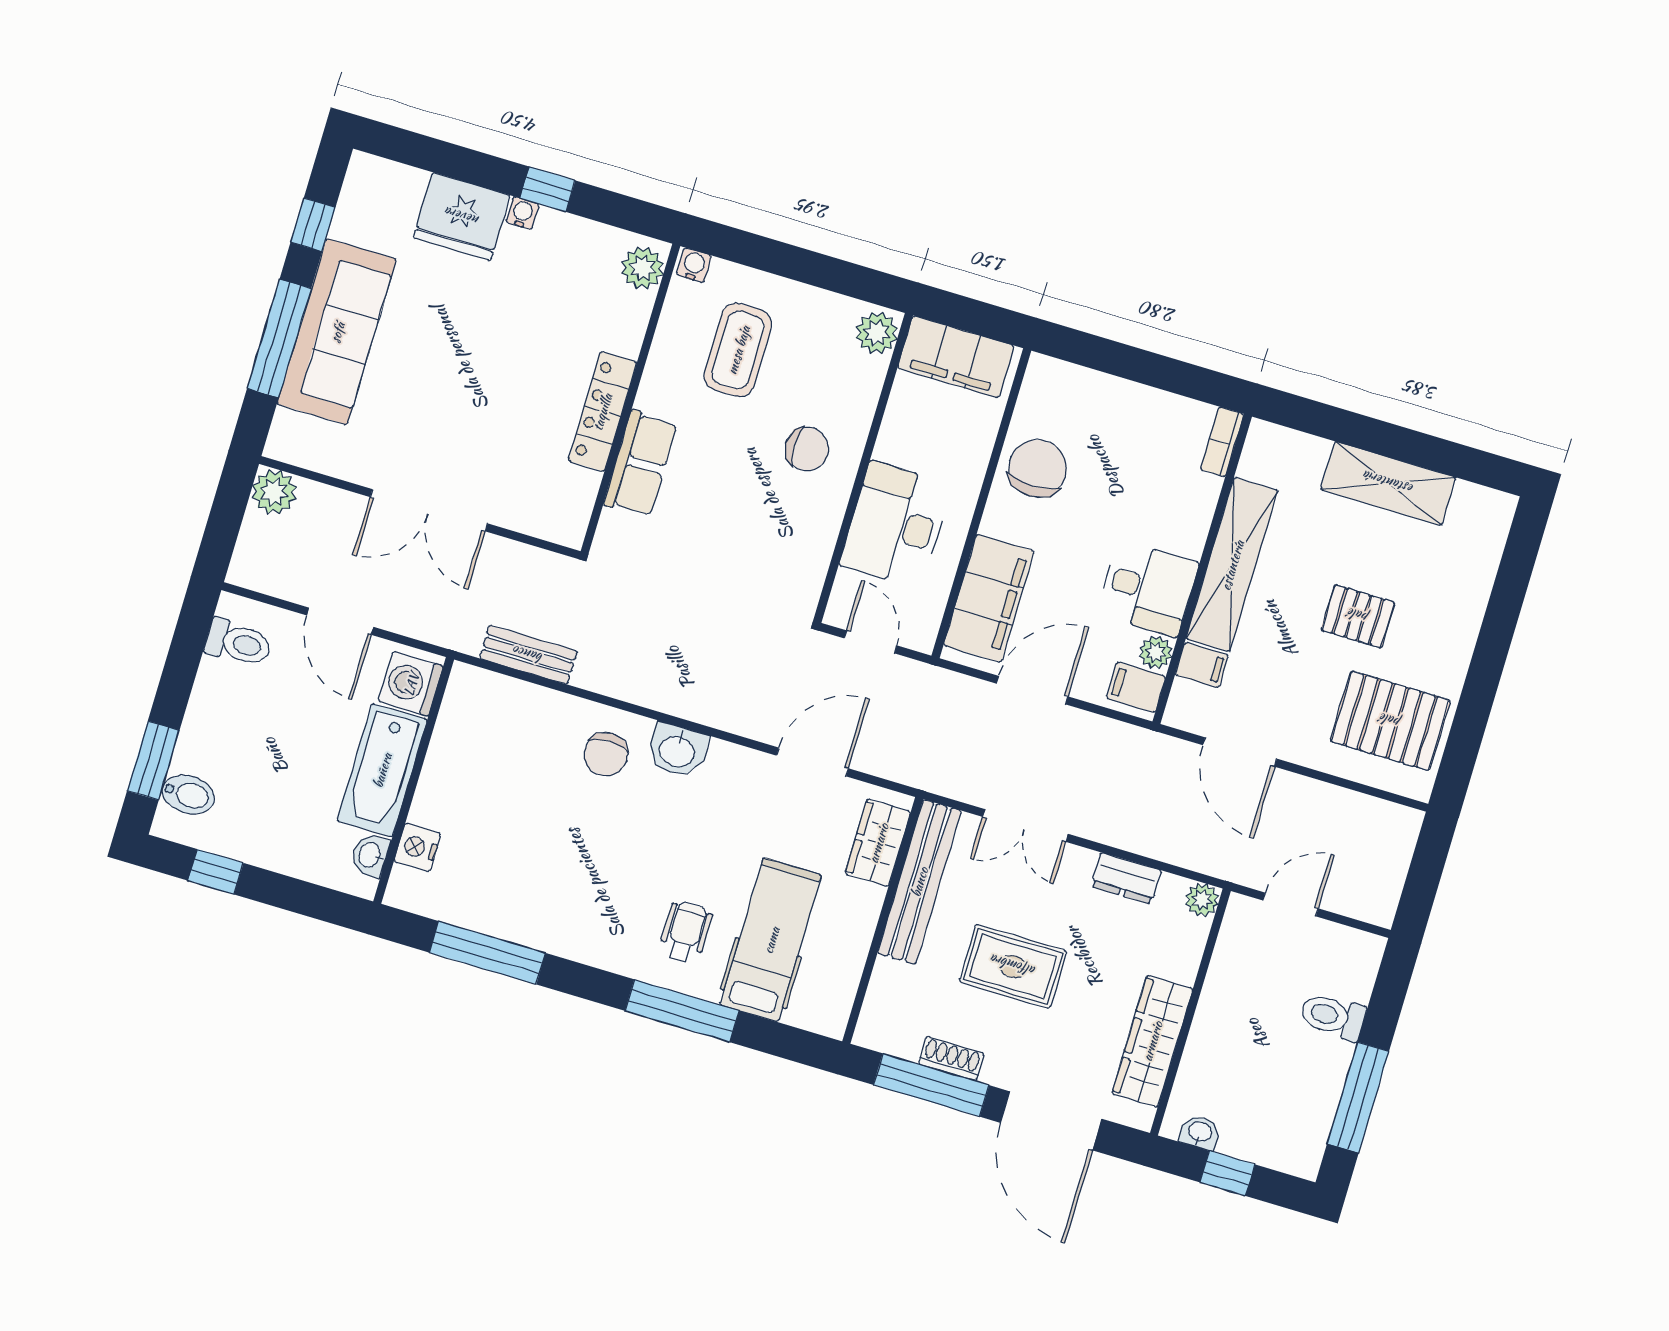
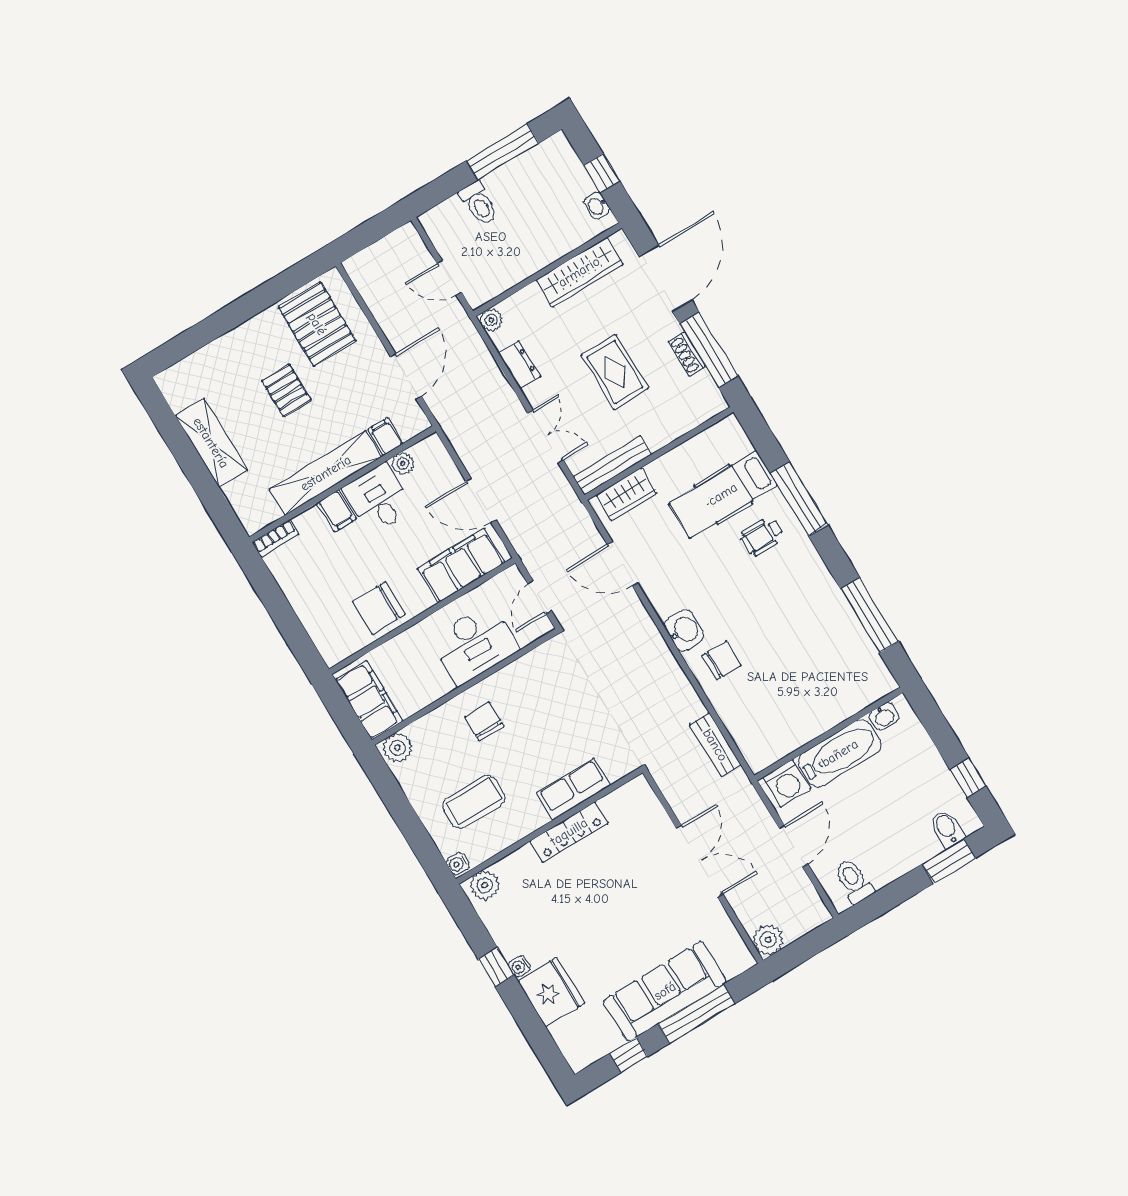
filing cabinet: (1136, 687) -> (337, 511), moved
nightstand: (417, 847) -> (857, 699), removed
bench: (919, 882) -> (612, 466), width x0.73, depth x0.82

